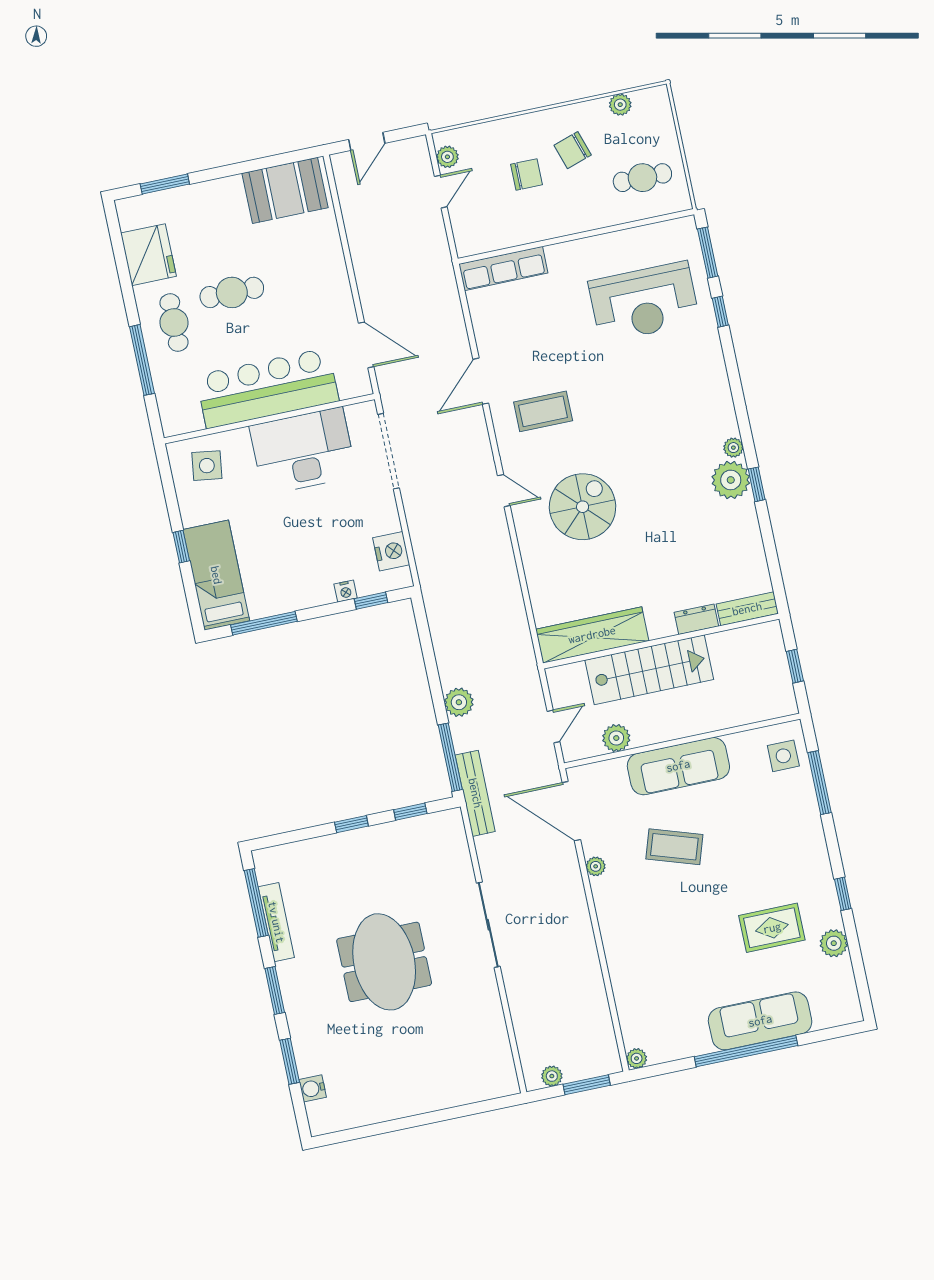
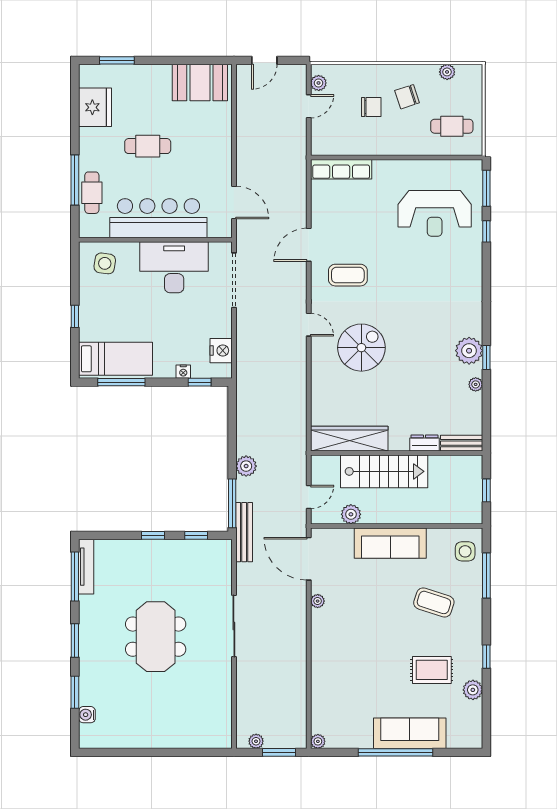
cafe table: (174, 323) -> (92, 193), moved
plant: (733, 448) -> (476, 384), moved
bed: (216, 575) -> (116, 359), moved, turned 90
coffee table: (674, 847) -> (434, 602), moved
tv unit: (276, 922) -> (86, 567), moved

